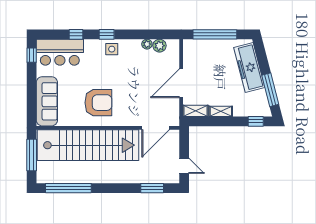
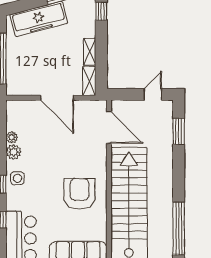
plant: (160, 46) -> (13, 152), moved

